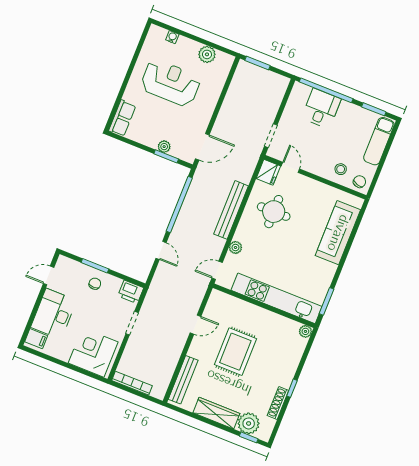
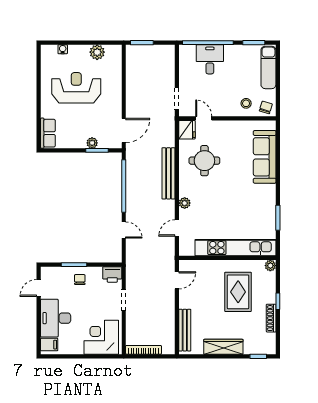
kitchen unit: (277, 298) -> (235, 248), moved
wall: (264, 306) -> (227, 258), moved
plant: (305, 331) -> (270, 266), moved
rug: (235, 352) -> (238, 292), moved
plant: (249, 423) -> (254, 345), removed

